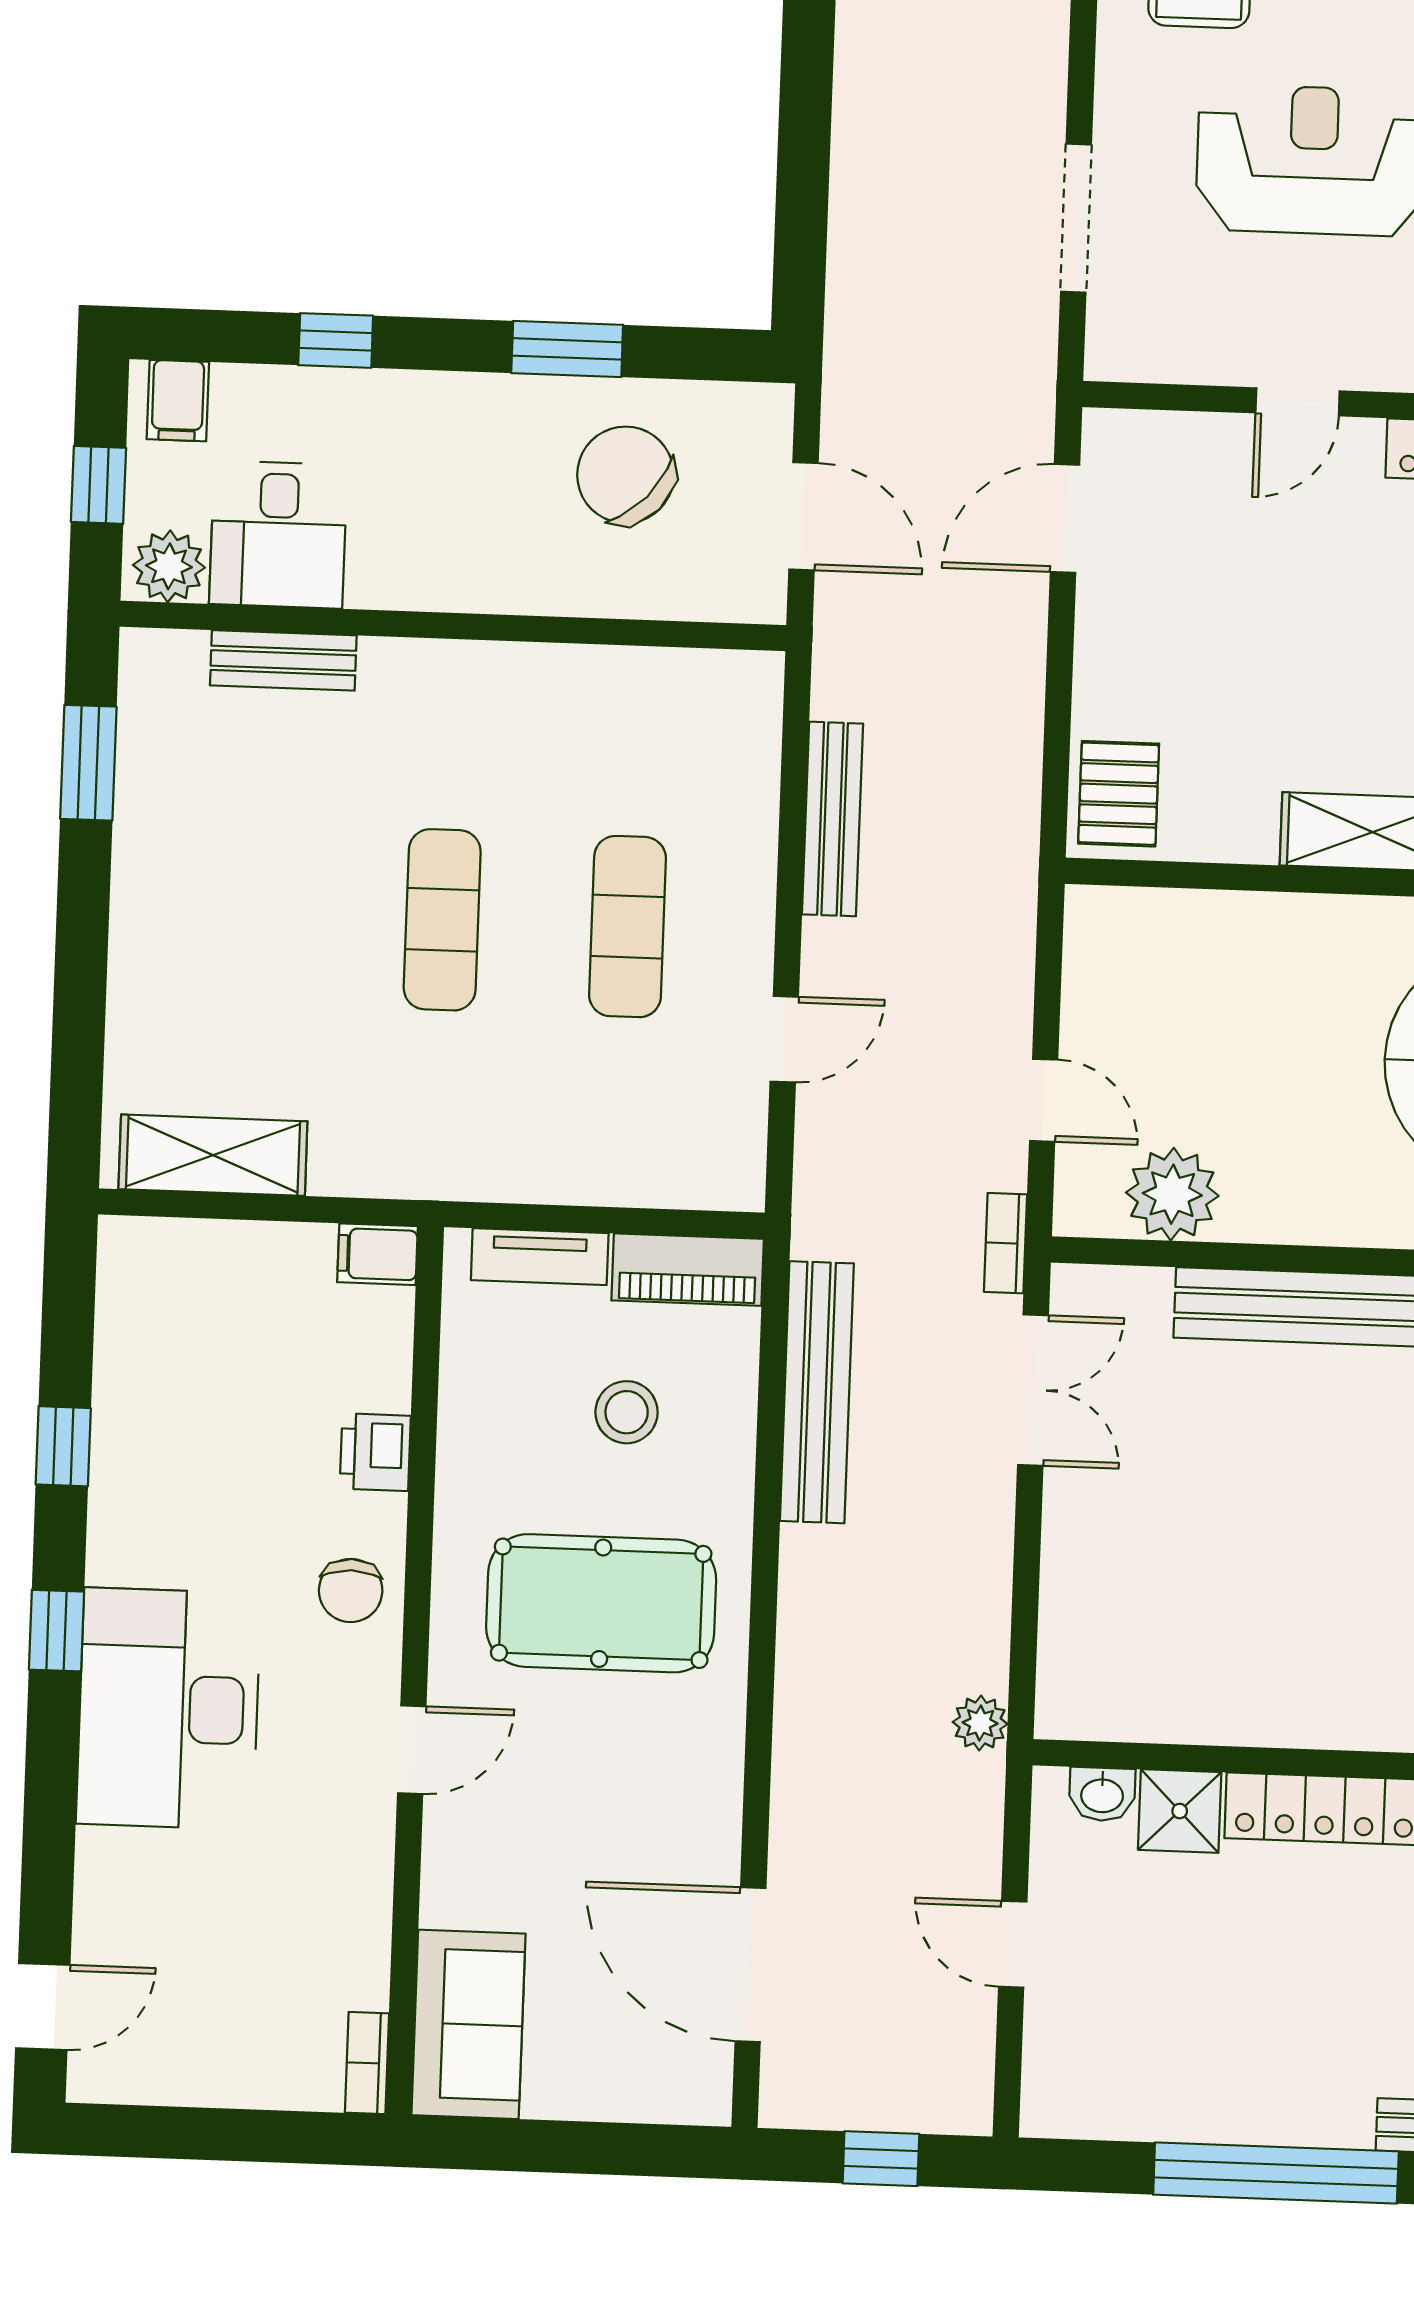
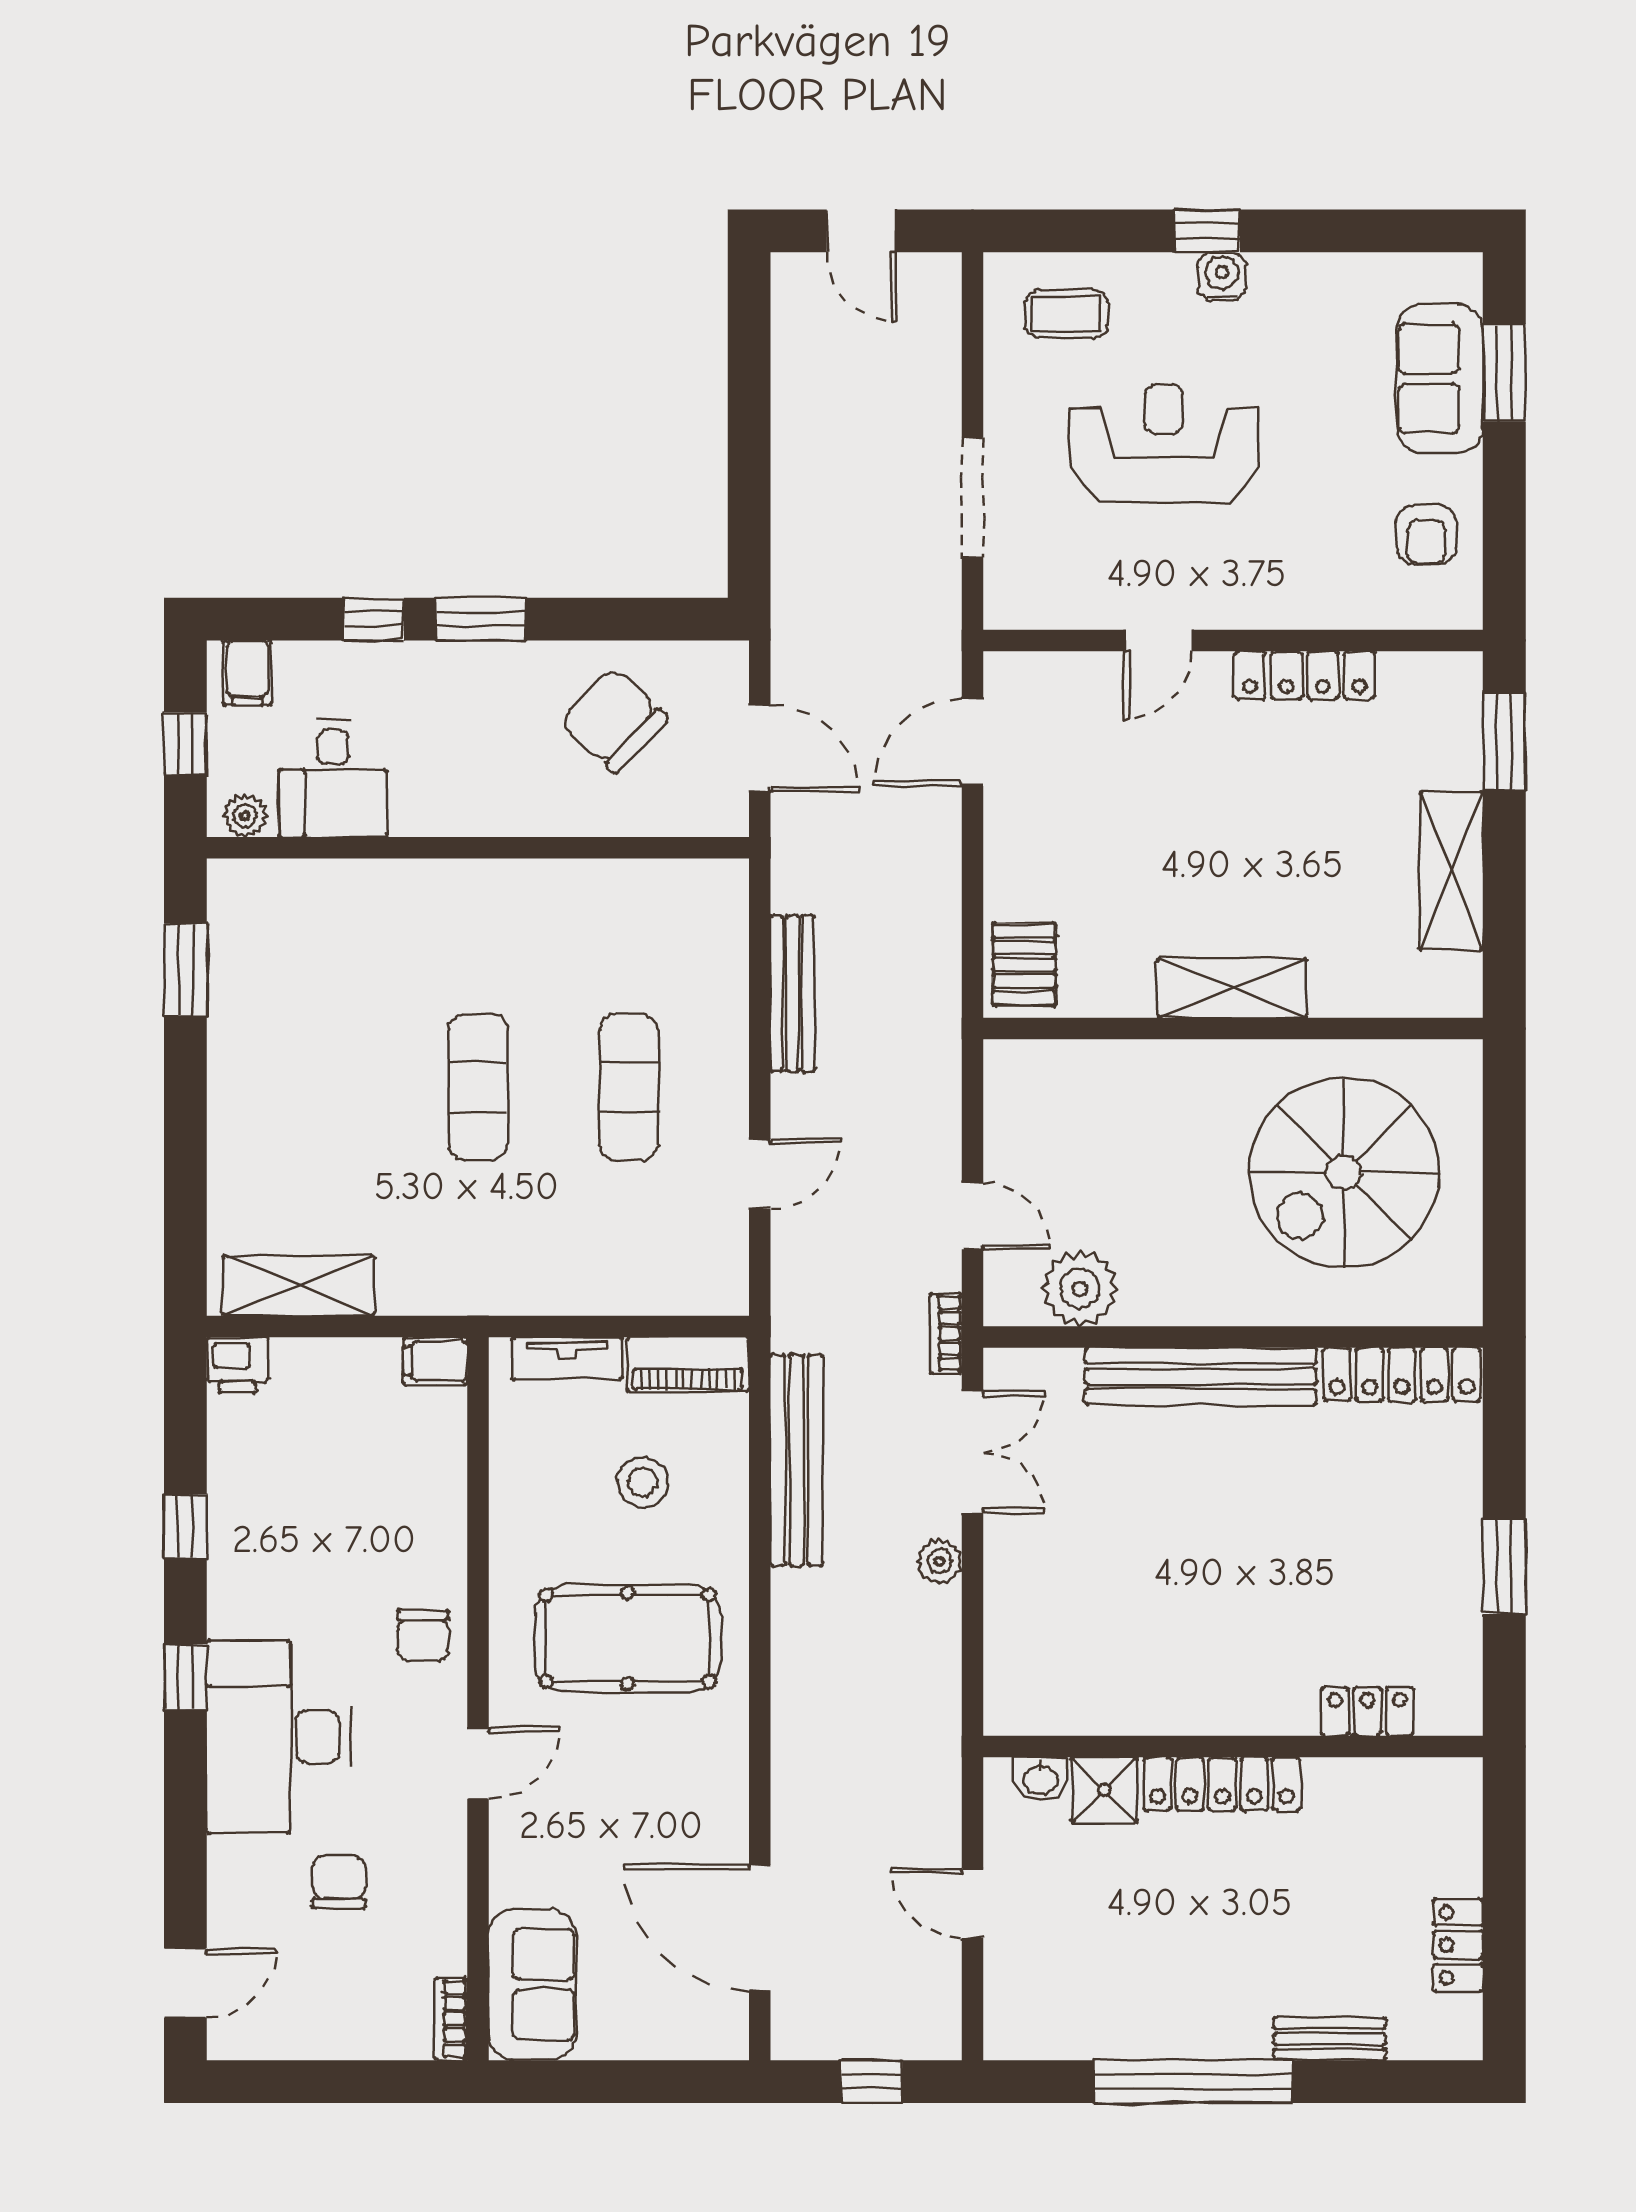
window: (567, 349) -> (481, 619), moved
plant: (169, 566) -> (245, 816), width x0.73, depth x0.73
bench: (283, 660) -> (341, 881), removed
printer: (375, 1452) -> (237, 1365), moved, turned -90
plant: (980, 1723) -> (939, 1561), moved
chair: (236, 1890) -> (339, 1882), added

